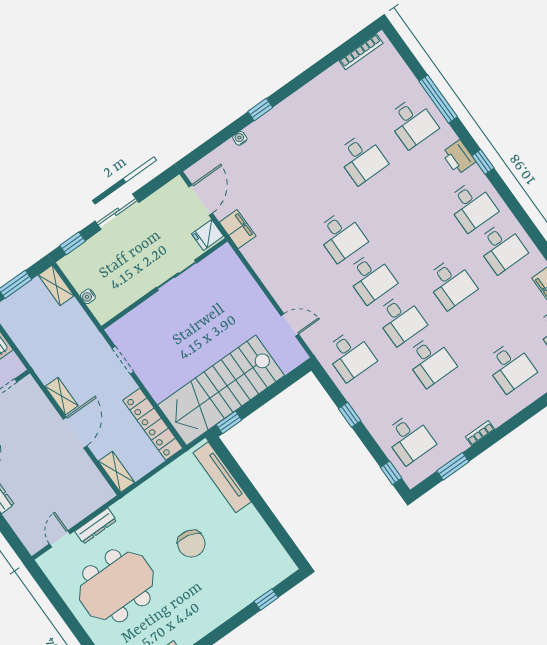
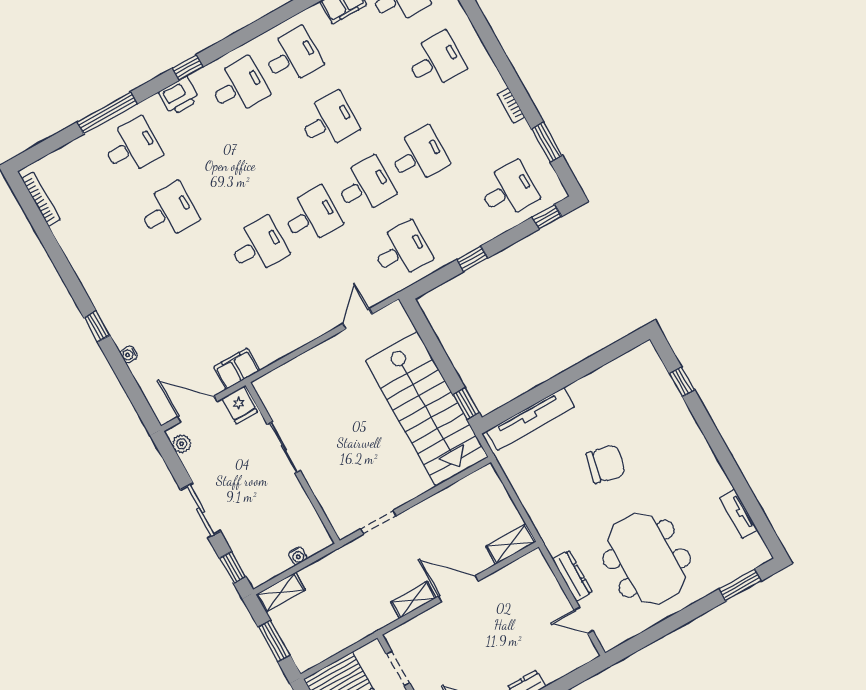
plant: (170, 190) -> (182, 444), added
locker: (153, 424) -> (459, 495), removed

